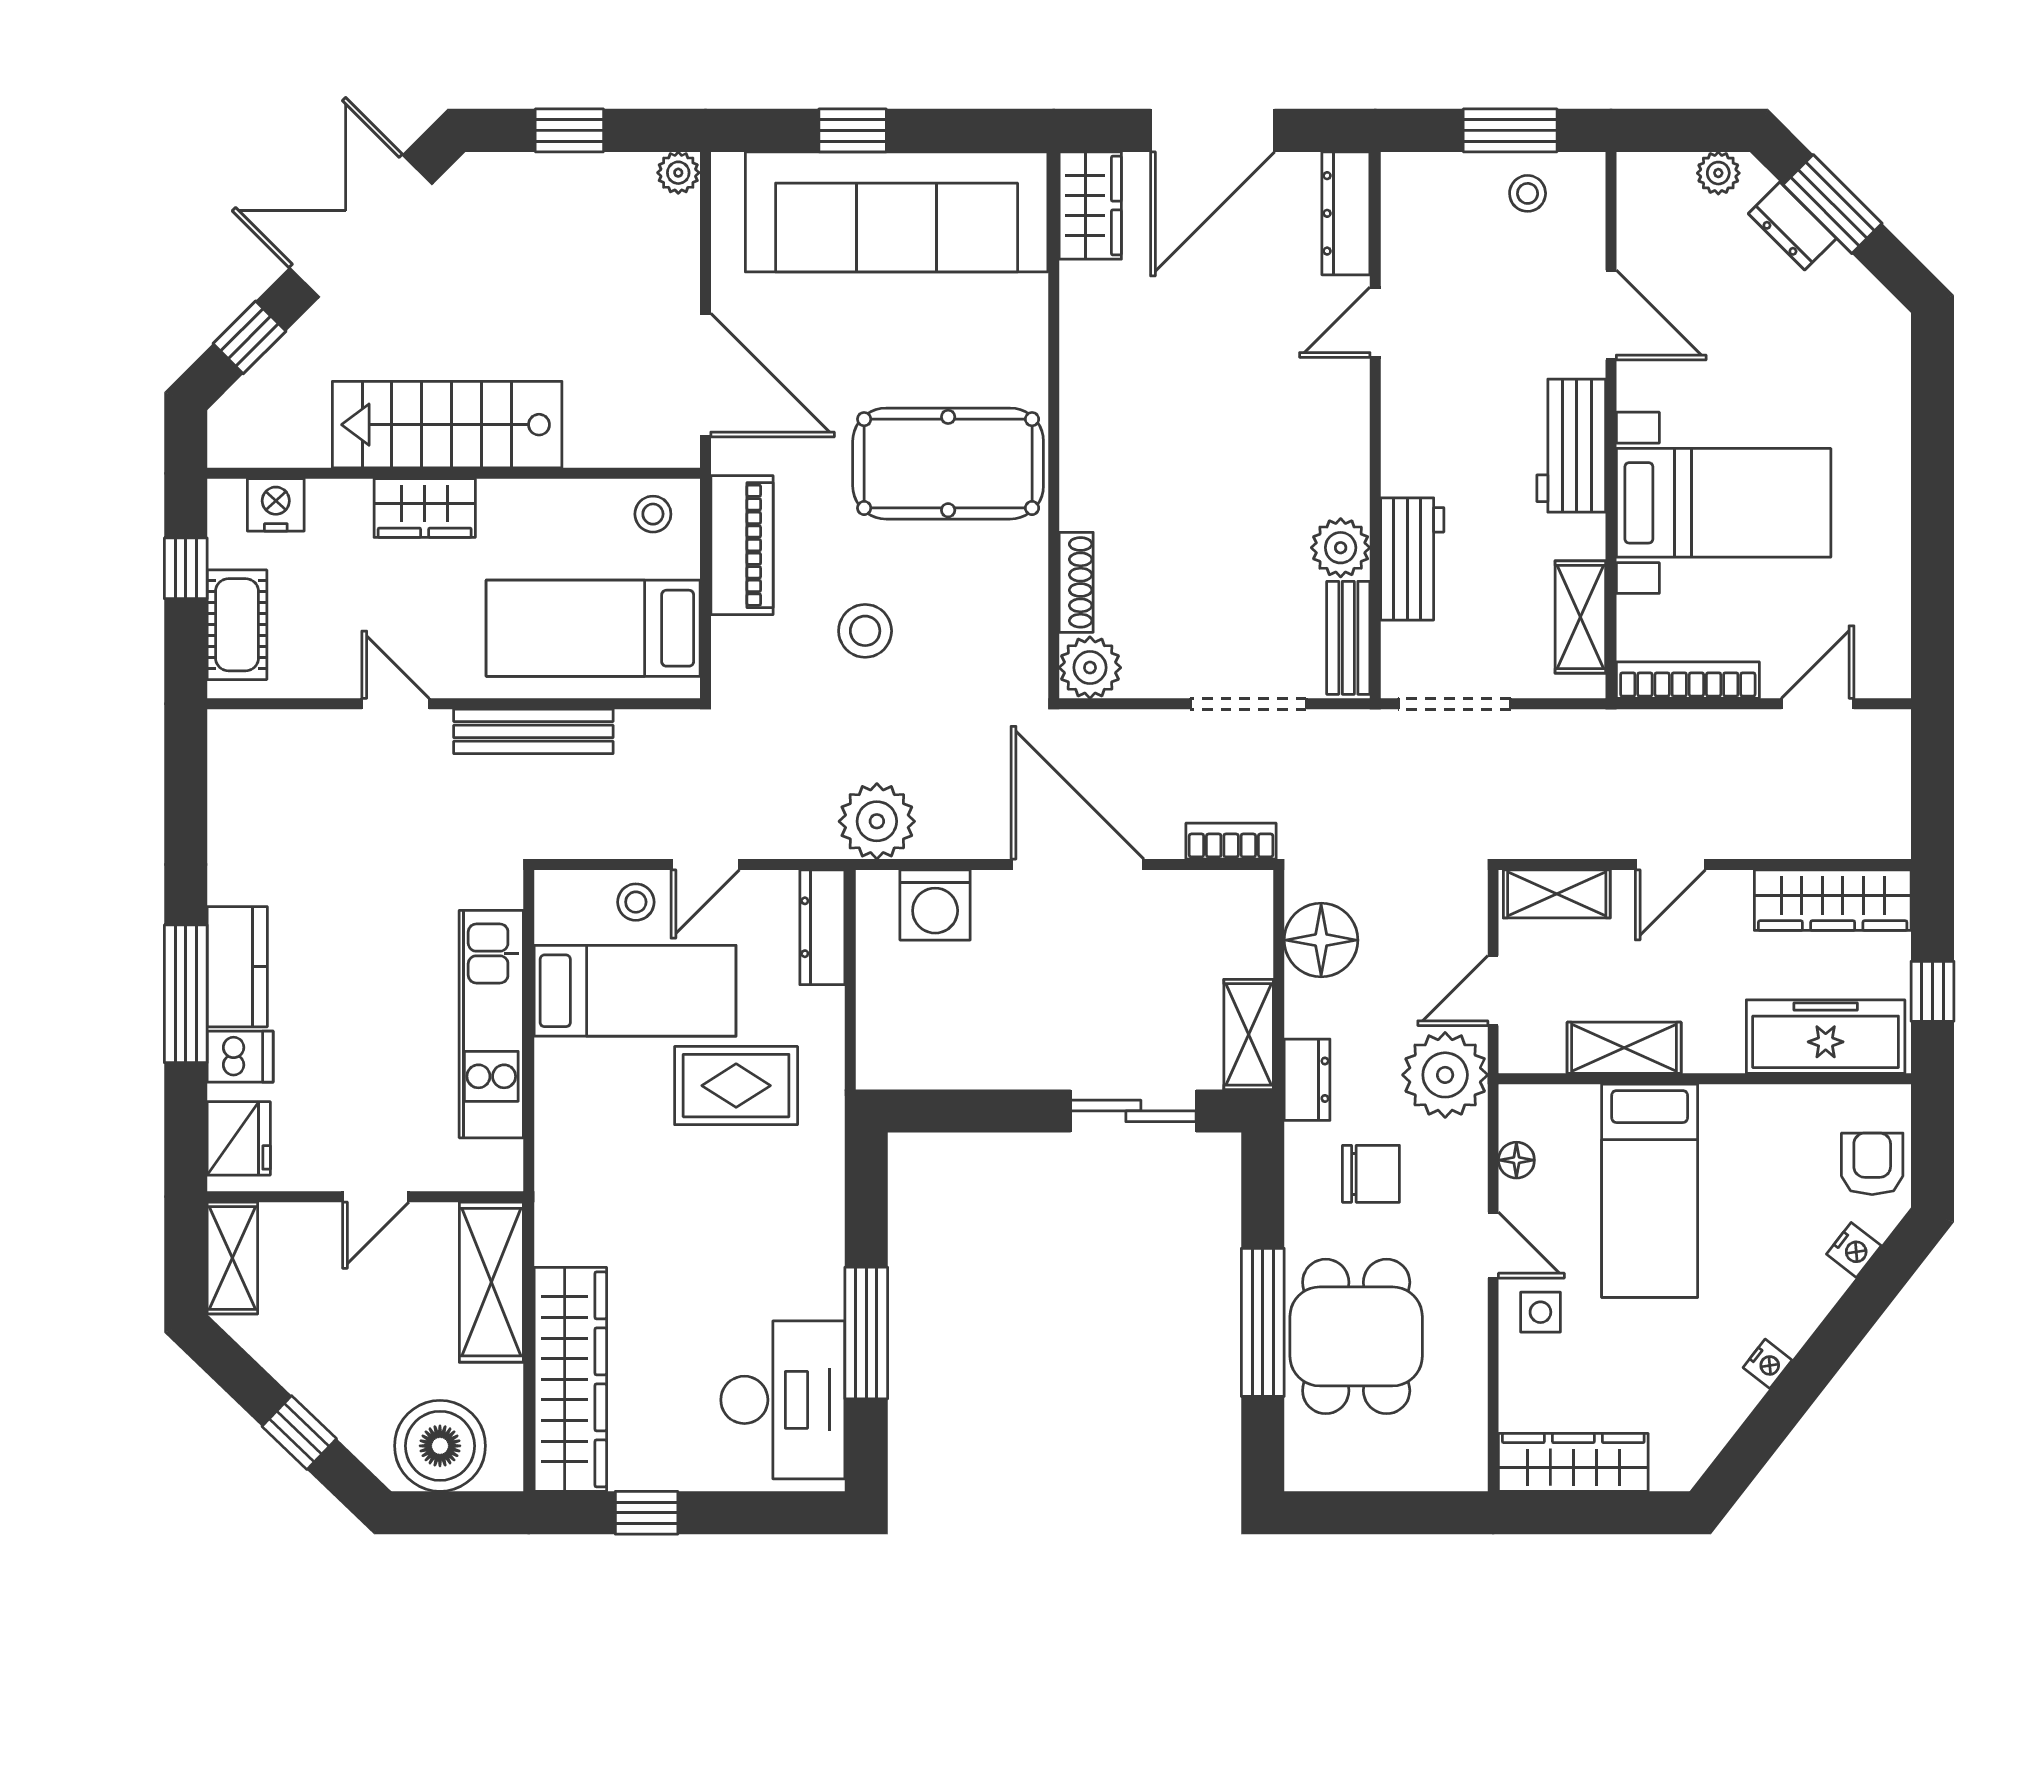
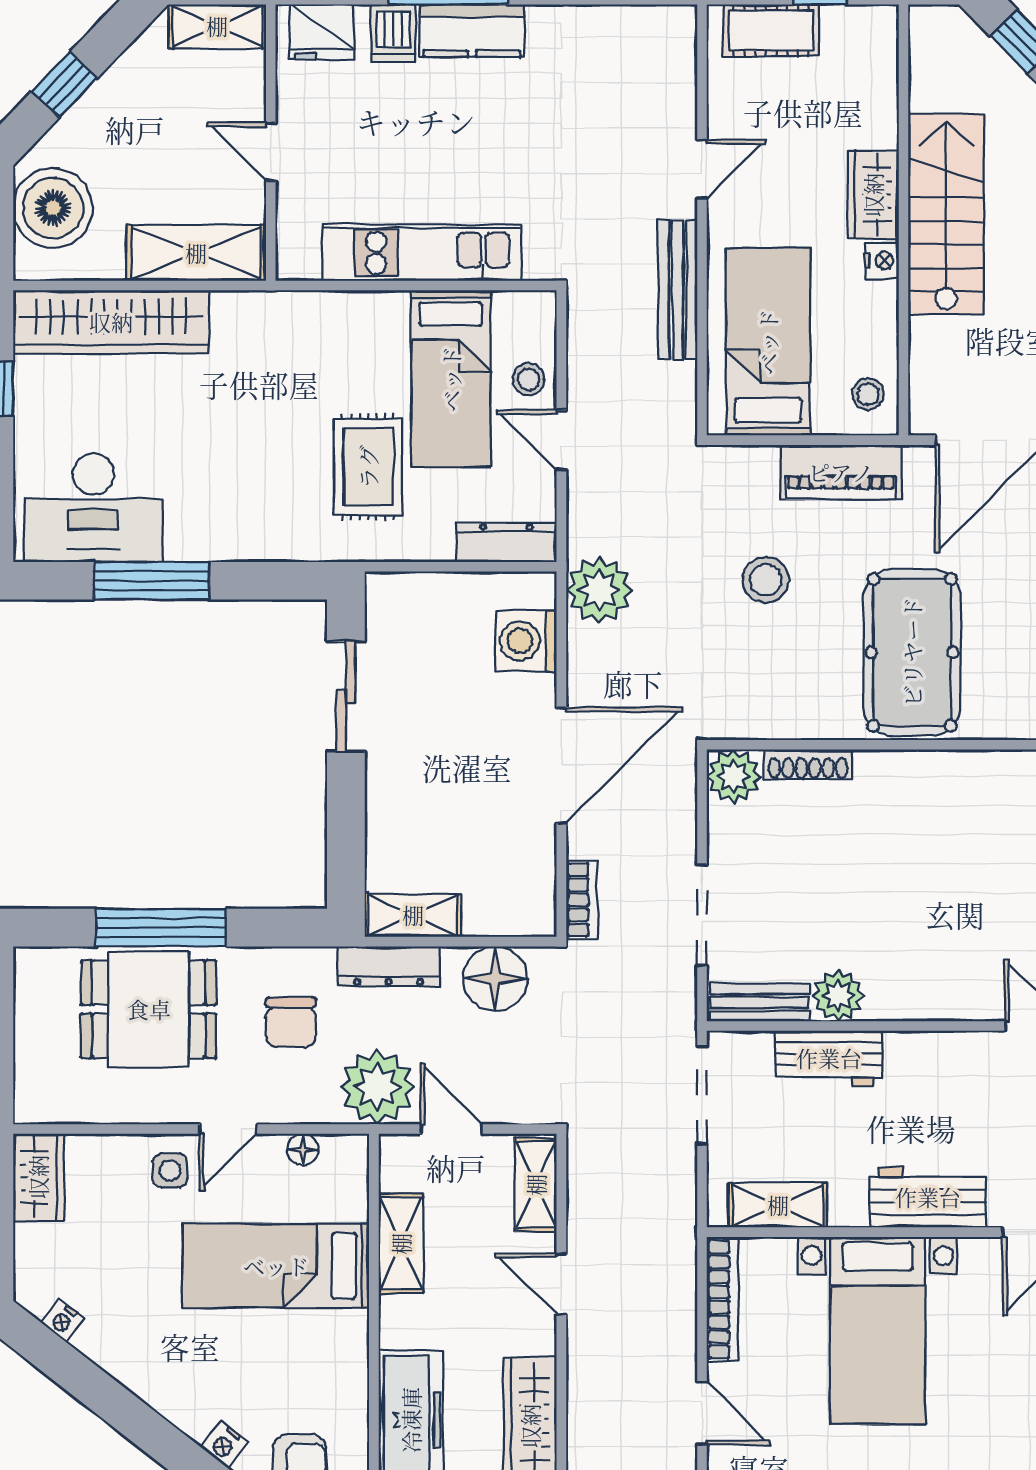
nightstand: (276, 505) -> (882, 260), moved, width x0.72, depth x0.74
dresser: (1307, 1080) -> (389, 966), width x1.44
sliding door: (1133, 1111) -> (346, 696), moved
nightstand: (1768, 1364) -> (63, 1321), moved
wardrobe: (1573, 1462) -> (38, 1177), width x0.67

